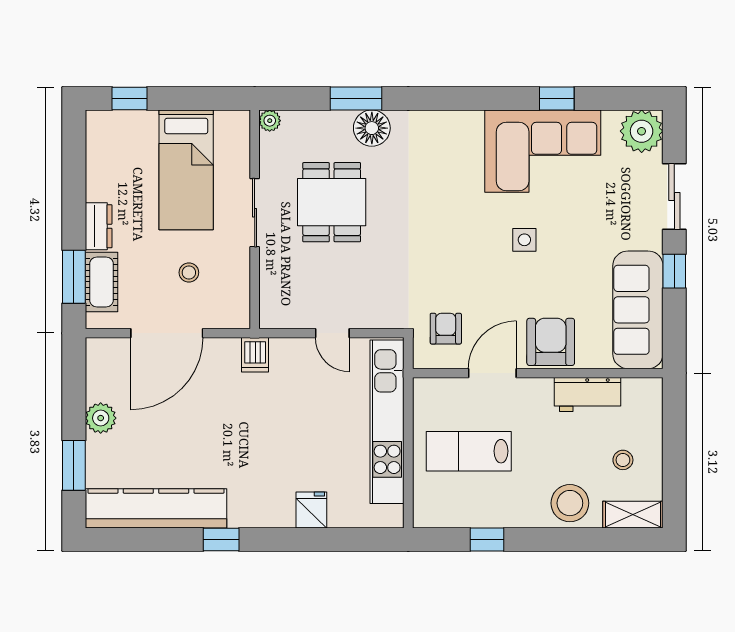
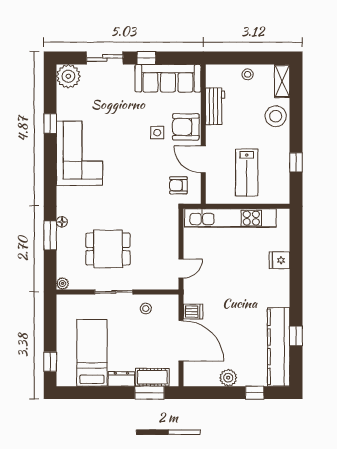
floor lamp: (372, 128) -> (62, 222), width x0.53, depth x0.53
corner sofa: (543, 151) -> (79, 153), moved
bed: (186, 170) -> (92, 353), moved, turned -90
side table: (524, 240) -> (157, 133), moved
stool: (189, 273) -> (146, 309), moved
door: (332, 333) -> (181, 268), moved
dishwasher: (255, 355) -> (193, 311), moved
stool: (623, 460) -> (248, 74), moved
window: (74, 465) -> (255, 393), width x0.67
window: (221, 540) -> (296, 336), moved

